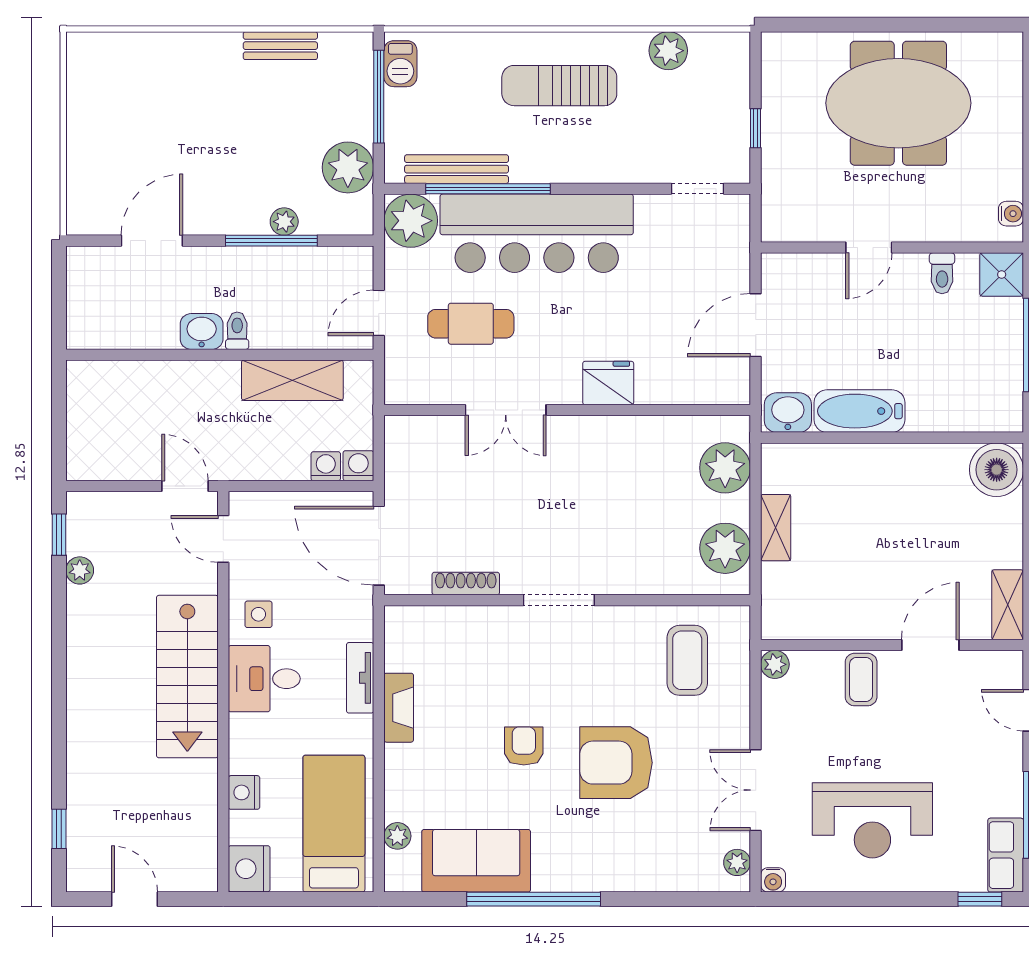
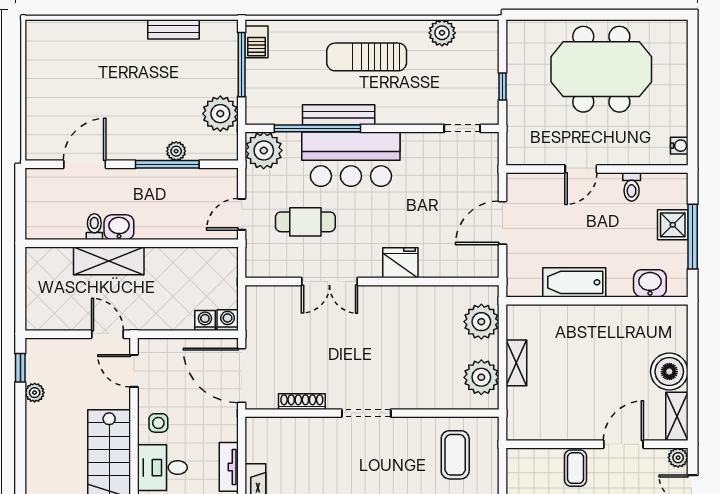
bench: (457, 169) -> (339, 115), moved
bar counter: (537, 233) -> (351, 159), width x0.73
shower: (1002, 275) -> (673, 225), moved
toilet: (237, 331) -> (94, 227), moved
shelving: (292, 380) -> (109, 261), moved
washbasin: (788, 413) -> (650, 283), moved
boiler: (997, 470) -> (669, 372), moved
plant: (775, 664) -> (678, 458), moved

